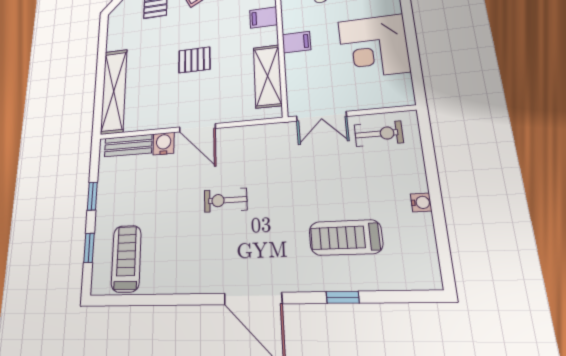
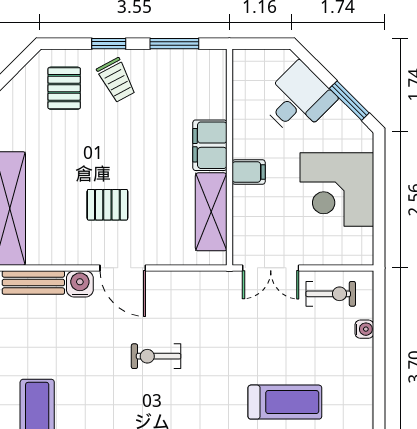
filing cabinet: (264, 17) -> (210, 145), width x2.00
pallet: (194, 60) -> (107, 205), moved
water cooler: (421, 202) -> (364, 329), moved
treadmill: (346, 238) -> (285, 402), turned 180

